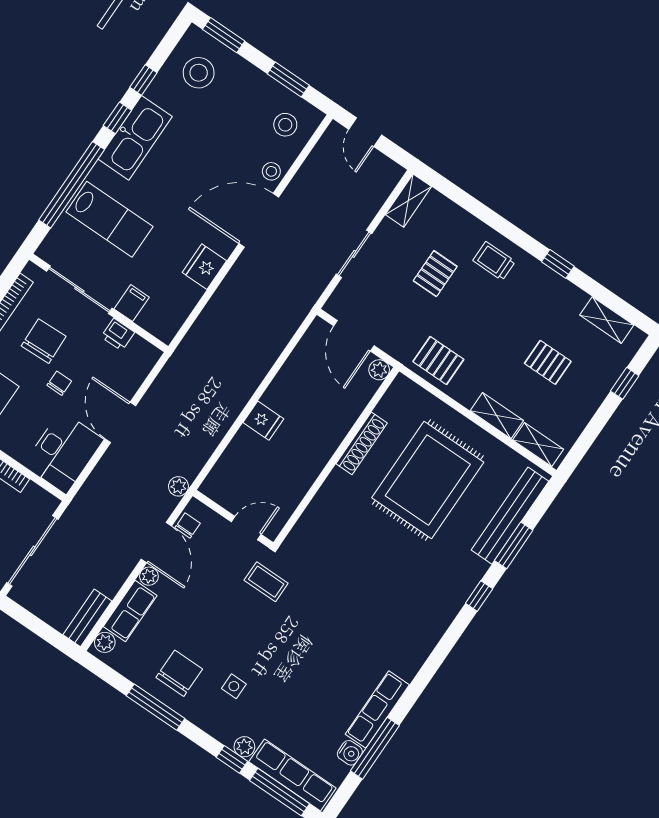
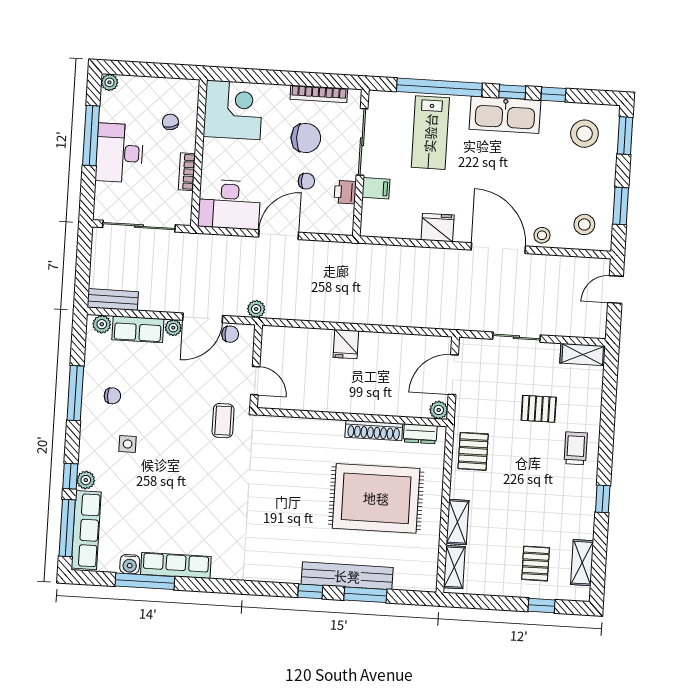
pallet: (548, 362) -> (536, 564), moved
chair: (59, 383) -> (306, 181), moved
dresser: (391, 401) -> (420, 434), added
bench: (510, 516) -> (347, 576), moved
chair: (179, 673) -> (112, 396), width x0.54, depth x0.54

